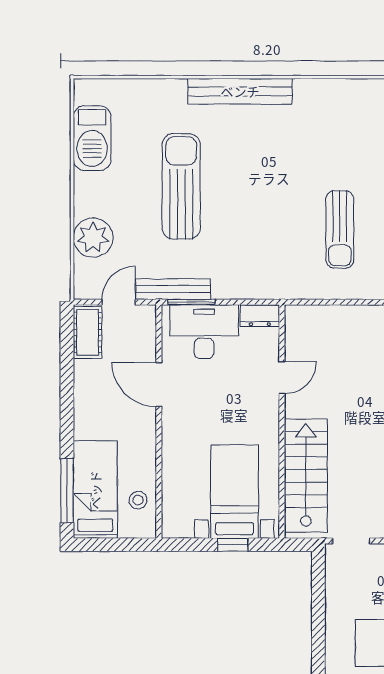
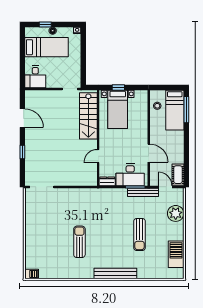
sun lounger: (181, 186) -> (140, 235), width x0.73, depth x0.75
sun lounger: (340, 229) -> (79, 242), moved
door: (119, 302) -> (165, 187), swing flipped

